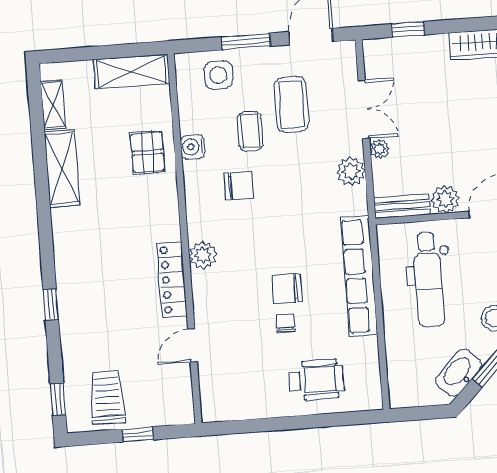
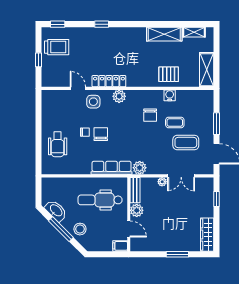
side table: (218, 75) -> (93, 102), moved
plant: (351, 171) -> (140, 168), moved
row of seats: (359, 276) -> (112, 168), width x0.73

